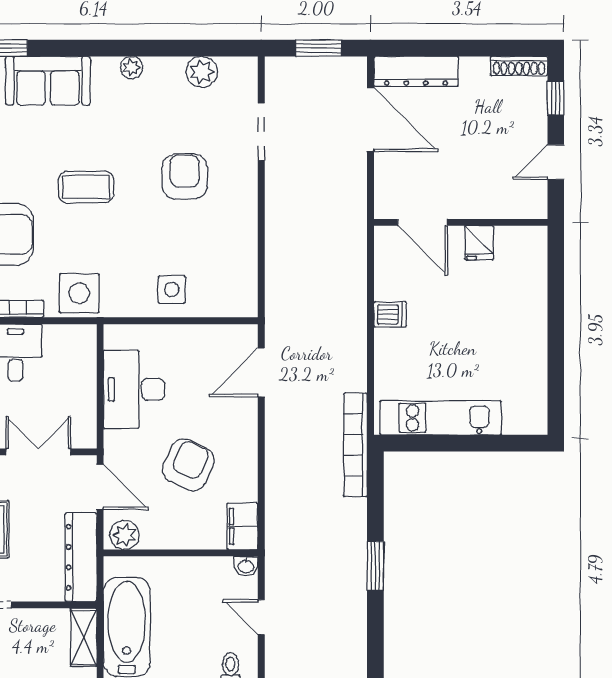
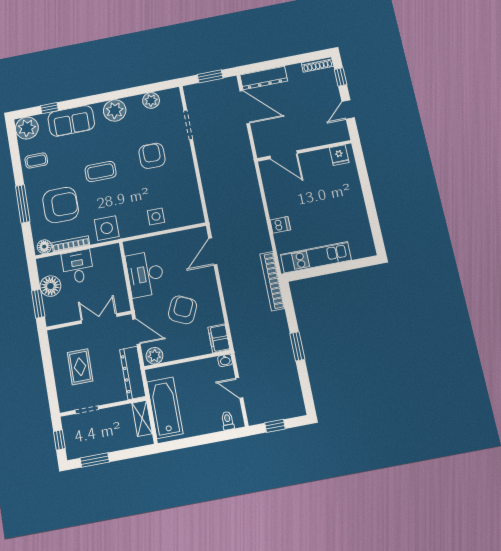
plant: (131, 67) -> (115, 110), width x1.87, depth x1.87
fridge: (479, 243) -> (339, 155), moved
dishwasher: (390, 314) -> (280, 225), moved

